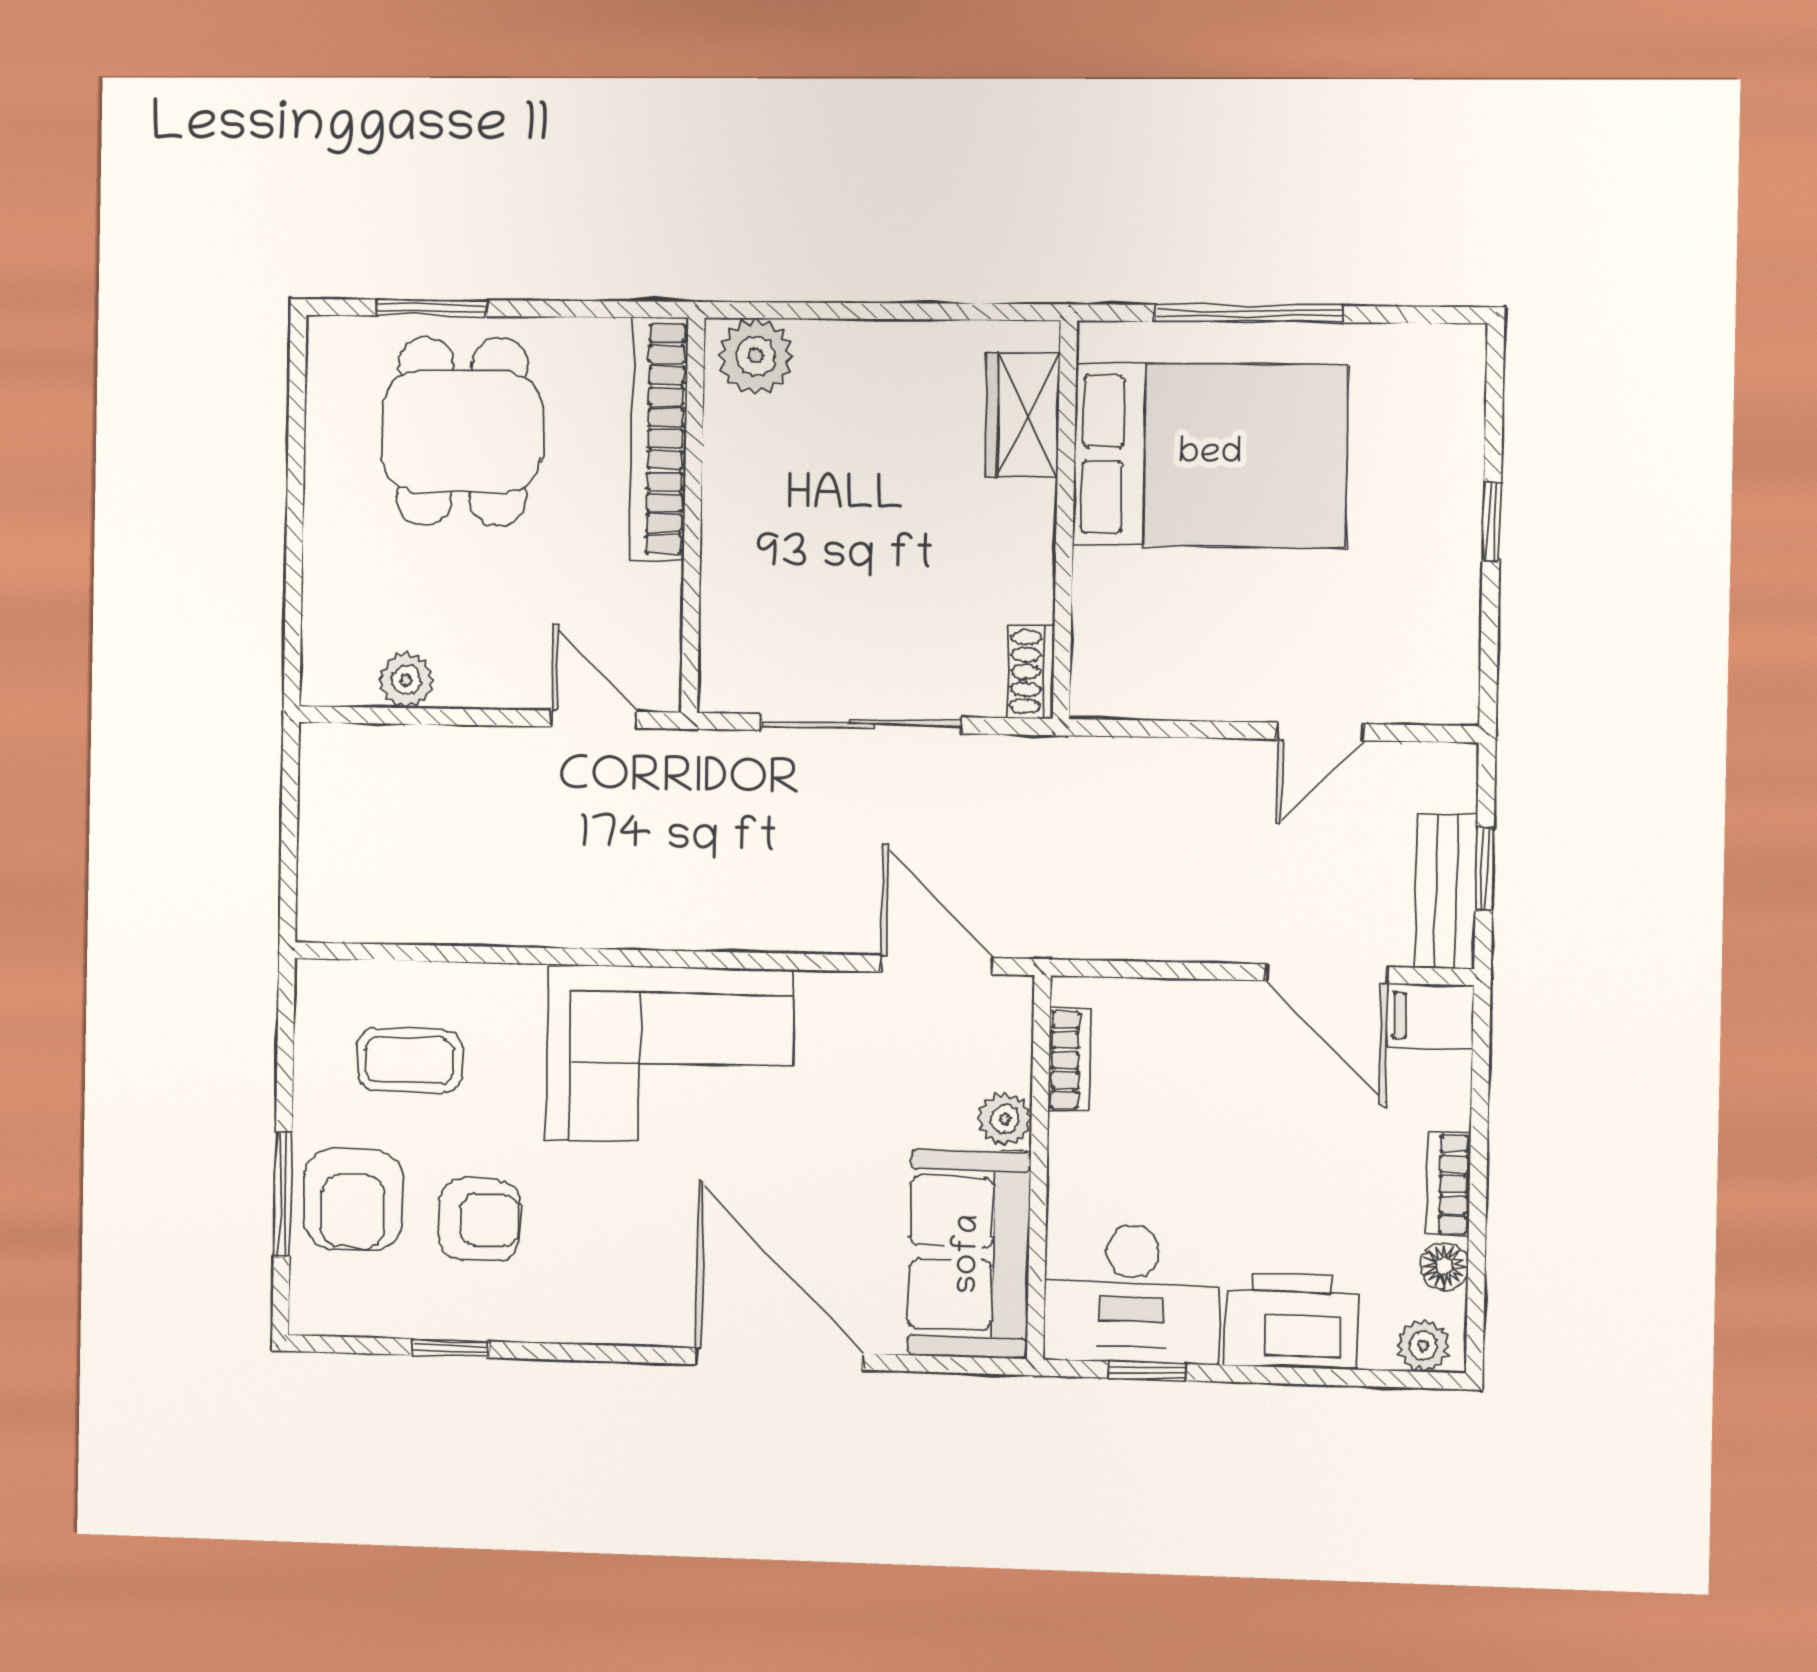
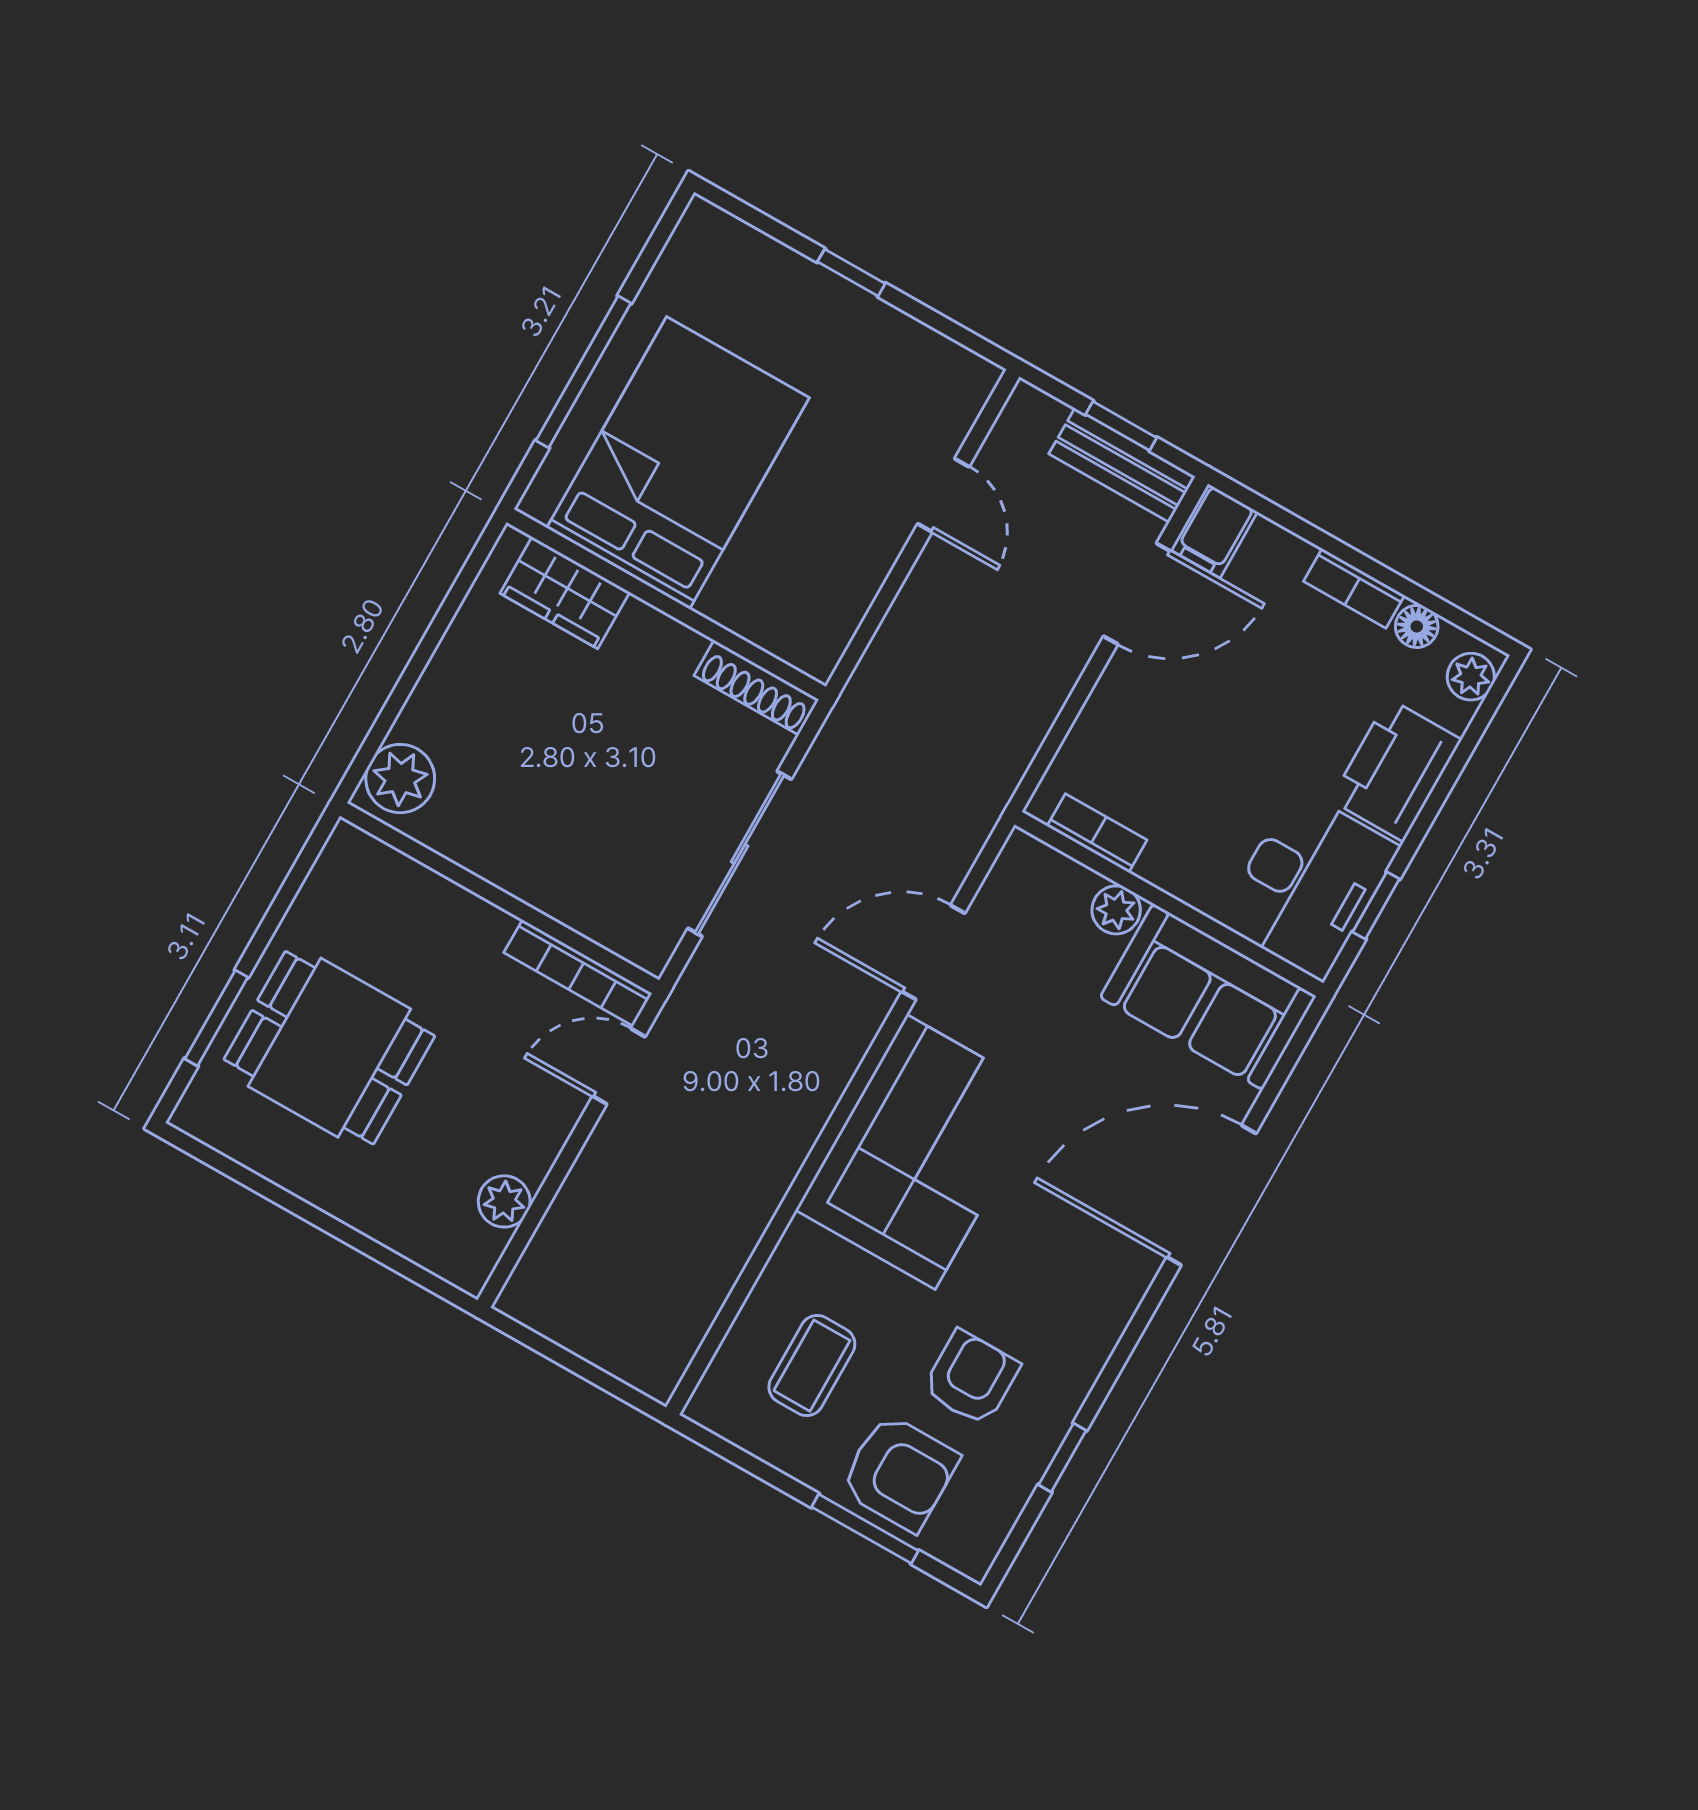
bookcase: (659, 439) -> (578, 973), moved, width x0.68, depth x0.76
shoe rack: (1031, 672) -> (756, 688), width x1.43
door: (937, 965) -> (933, 952), moved

